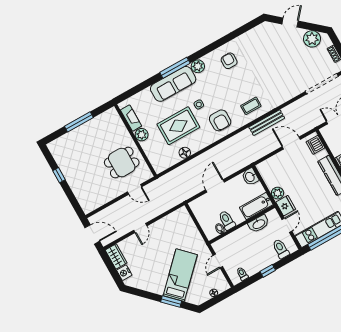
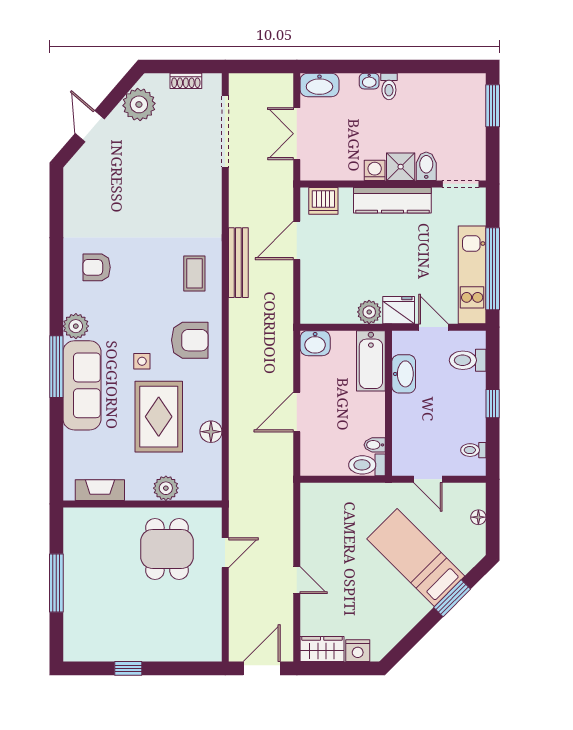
plant: (142, 135) -> (166, 488), moved
door: (215, 186) -> (297, 412), hinge flipped
toilet: (227, 220) -> (367, 465), moved

